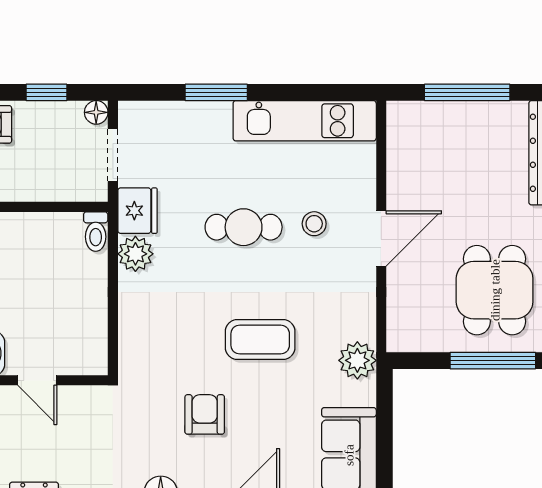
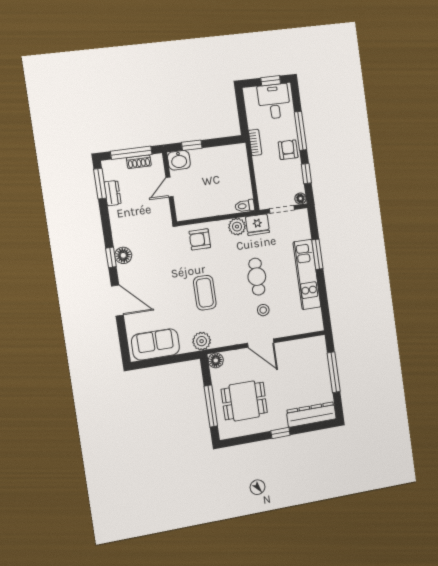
kitchen unit: (305, 121) -> (307, 275), moved
floor lamp: (401, 337) -> (216, 360), added
armchair: (205, 414) -> (200, 239), moved, turned 180

